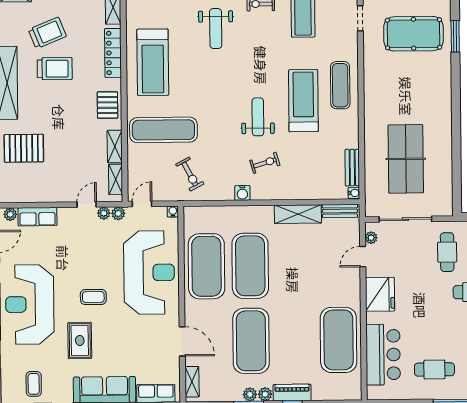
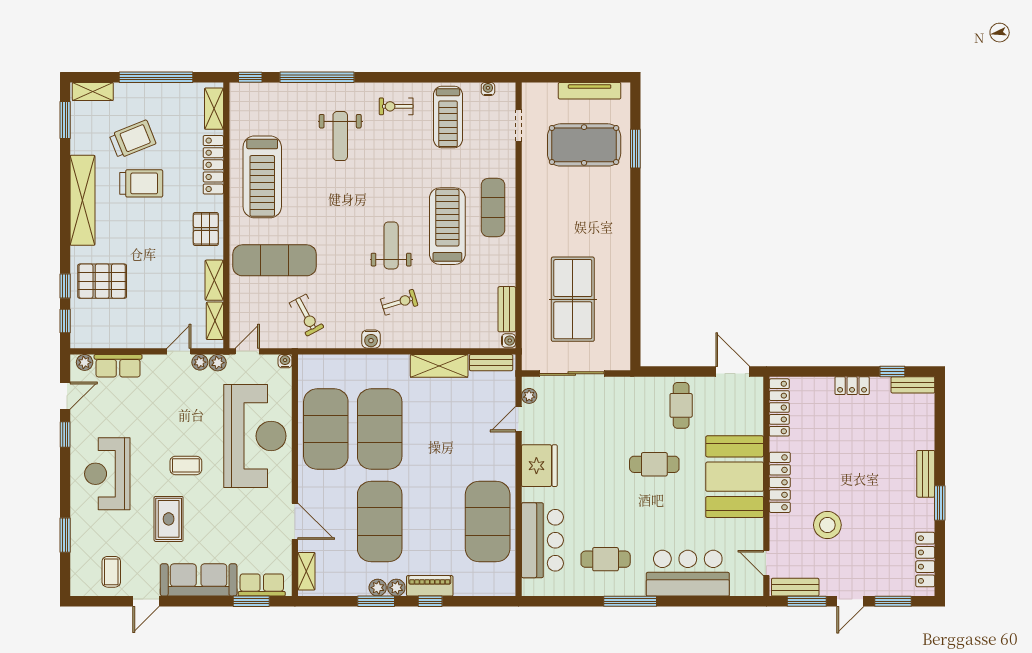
cafe table: (447, 252) -> (623, 415), removed
reception desk: (30, 304) -> (107, 474), width x0.74, depth x0.77

